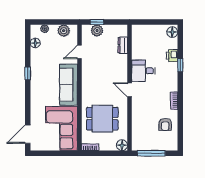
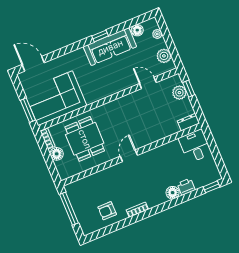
floor lamp: (172, 32) -> (173, 193), moved
dresser: (123, 45) -> (188, 122), moved
window: (180, 65) -> (212, 187), moved
desk: (143, 71) -> (195, 146), moved
sofa: (69, 85) -> (110, 47), moved, turned 180
floor lamp: (122, 145) -> (57, 154), moved
window: (62, 153) -> (28, 110), added

